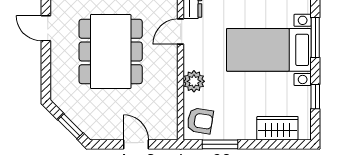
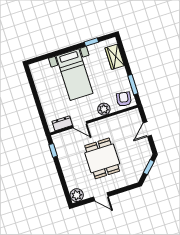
door: (46, 28) -> (101, 197), hinge flipped
window: (315, 38) -> (60, 52), removed
dining table: (111, 51) -> (102, 158), width x0.73

